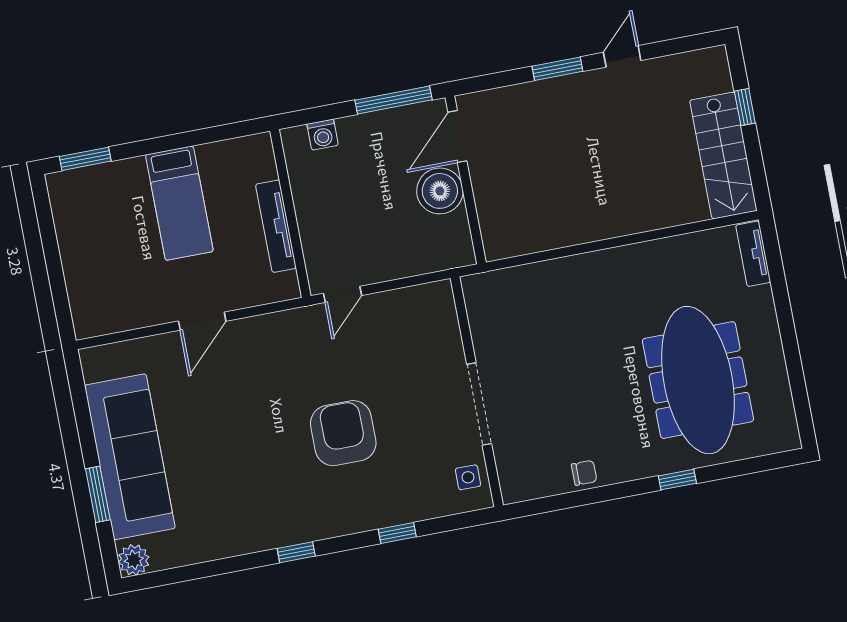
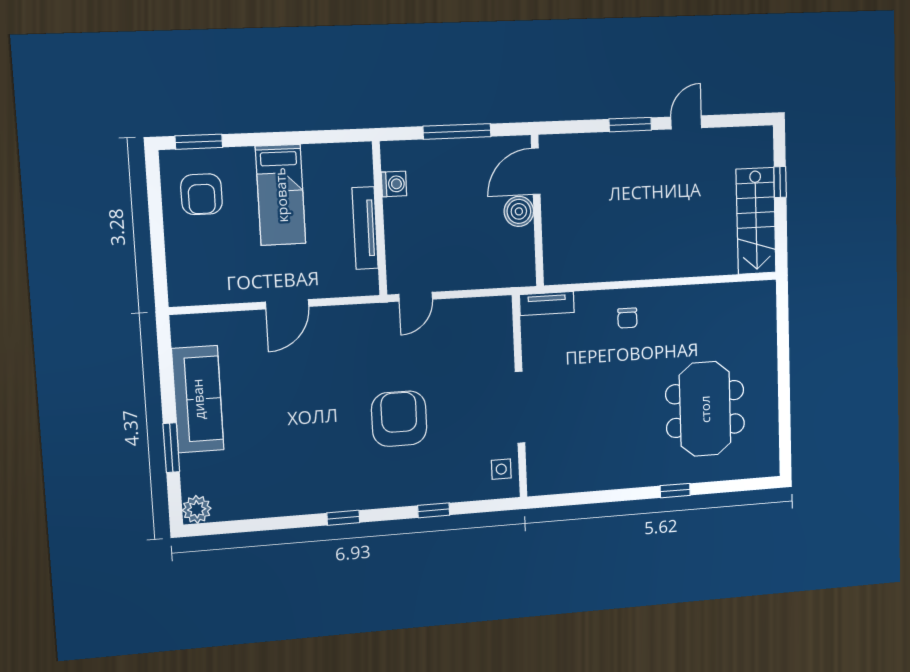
window: (393, 100) -> (457, 131), moved
washing machine: (323, 135) -> (394, 184), moved, turned -90
boiler: (440, 191) -> (519, 211), width x0.73, depth x0.73
armchair: (95, 214) -> (202, 194), added
tv unit: (753, 254) -> (547, 304), moved, turned -90
meeting table: (698, 380) -> (705, 409), width x0.73
sofa: (130, 457) -> (198, 399), width x0.74, depth x0.79
chair: (584, 473) -> (627, 318), moved, turned 90

